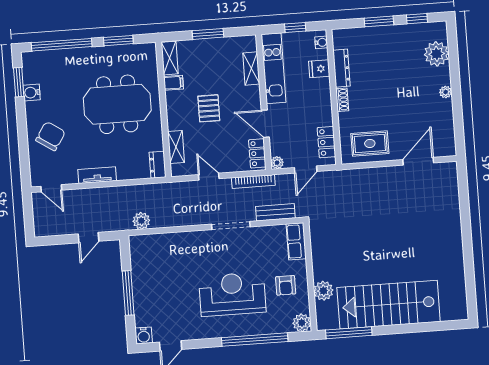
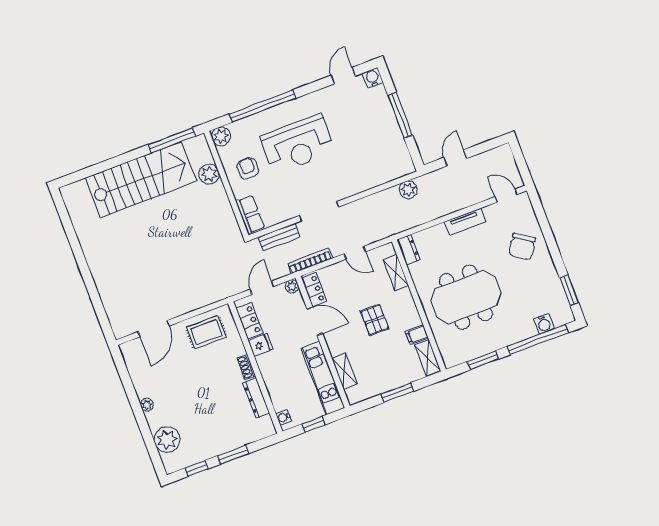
fridge: (319, 69) -> (260, 345), moved
water cooler: (32, 93) -> (544, 324), moved, turned 90

